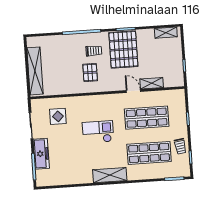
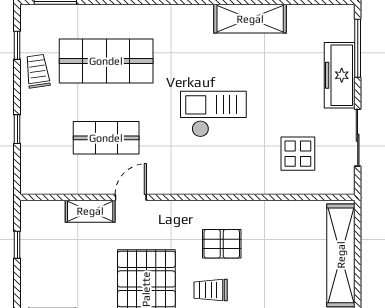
pallet: (90, 73) -> (222, 244), turned 90
door: (133, 91) -> (131, 197), swing flipped
shop shelf: (147, 118) -> (106, 138), width x0.70, depth x0.74
checkout: (98, 132) -> (213, 114), turned 180
shelving: (110, 175) -> (250, 19), moved

